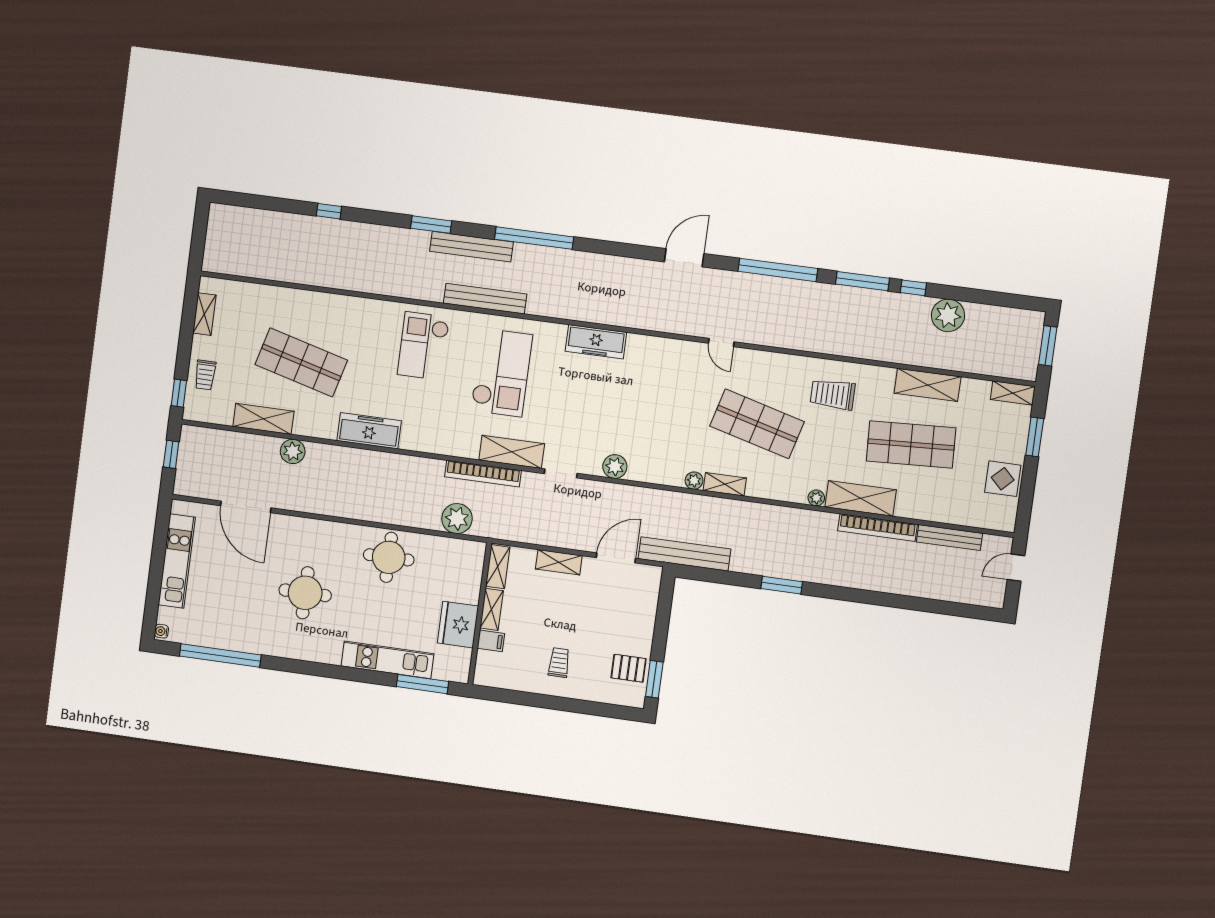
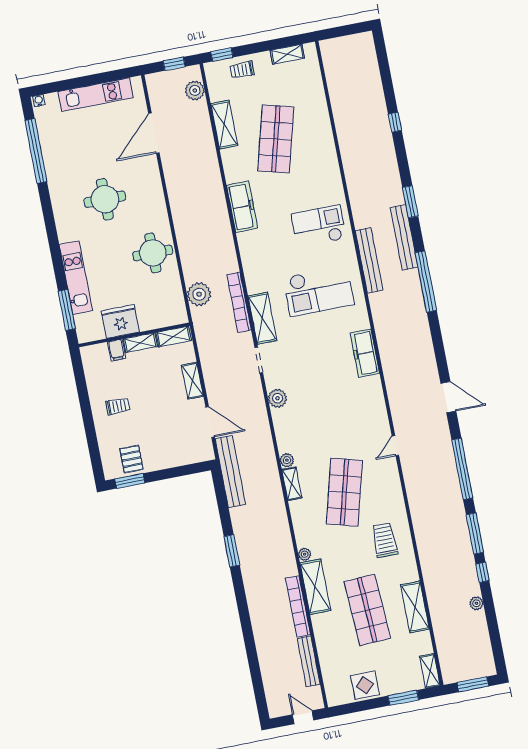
plant: (948, 315) -> (476, 603), width x0.53, depth x0.53
plant: (293, 451) -> (195, 90), moved

